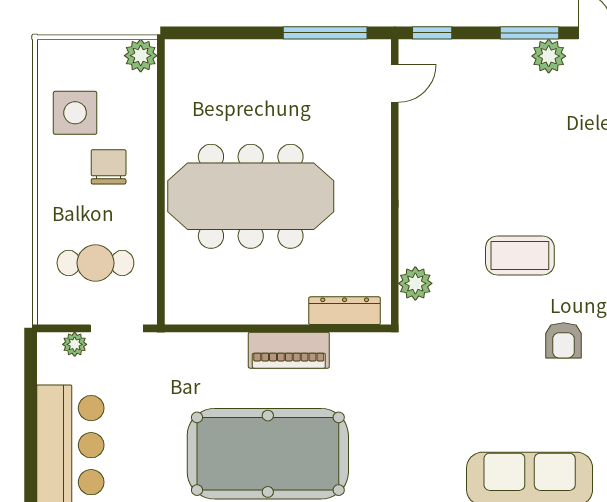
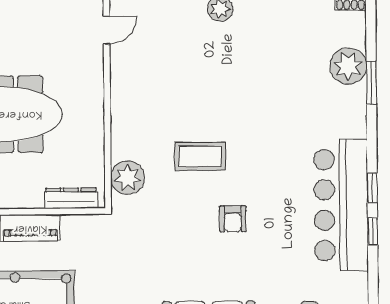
plant: (415, 283) -> (128, 178), width x1.36, depth x1.36

